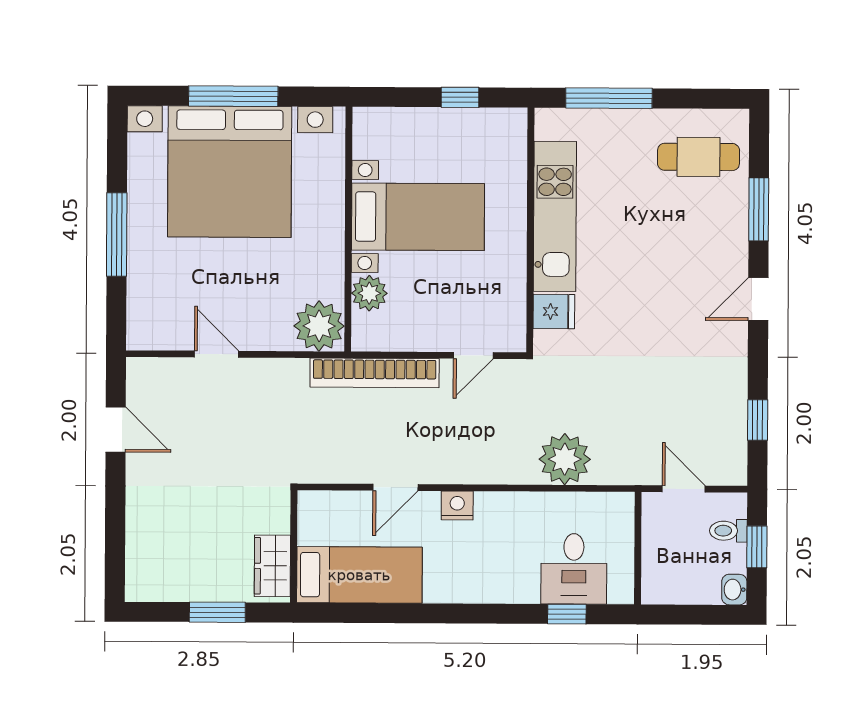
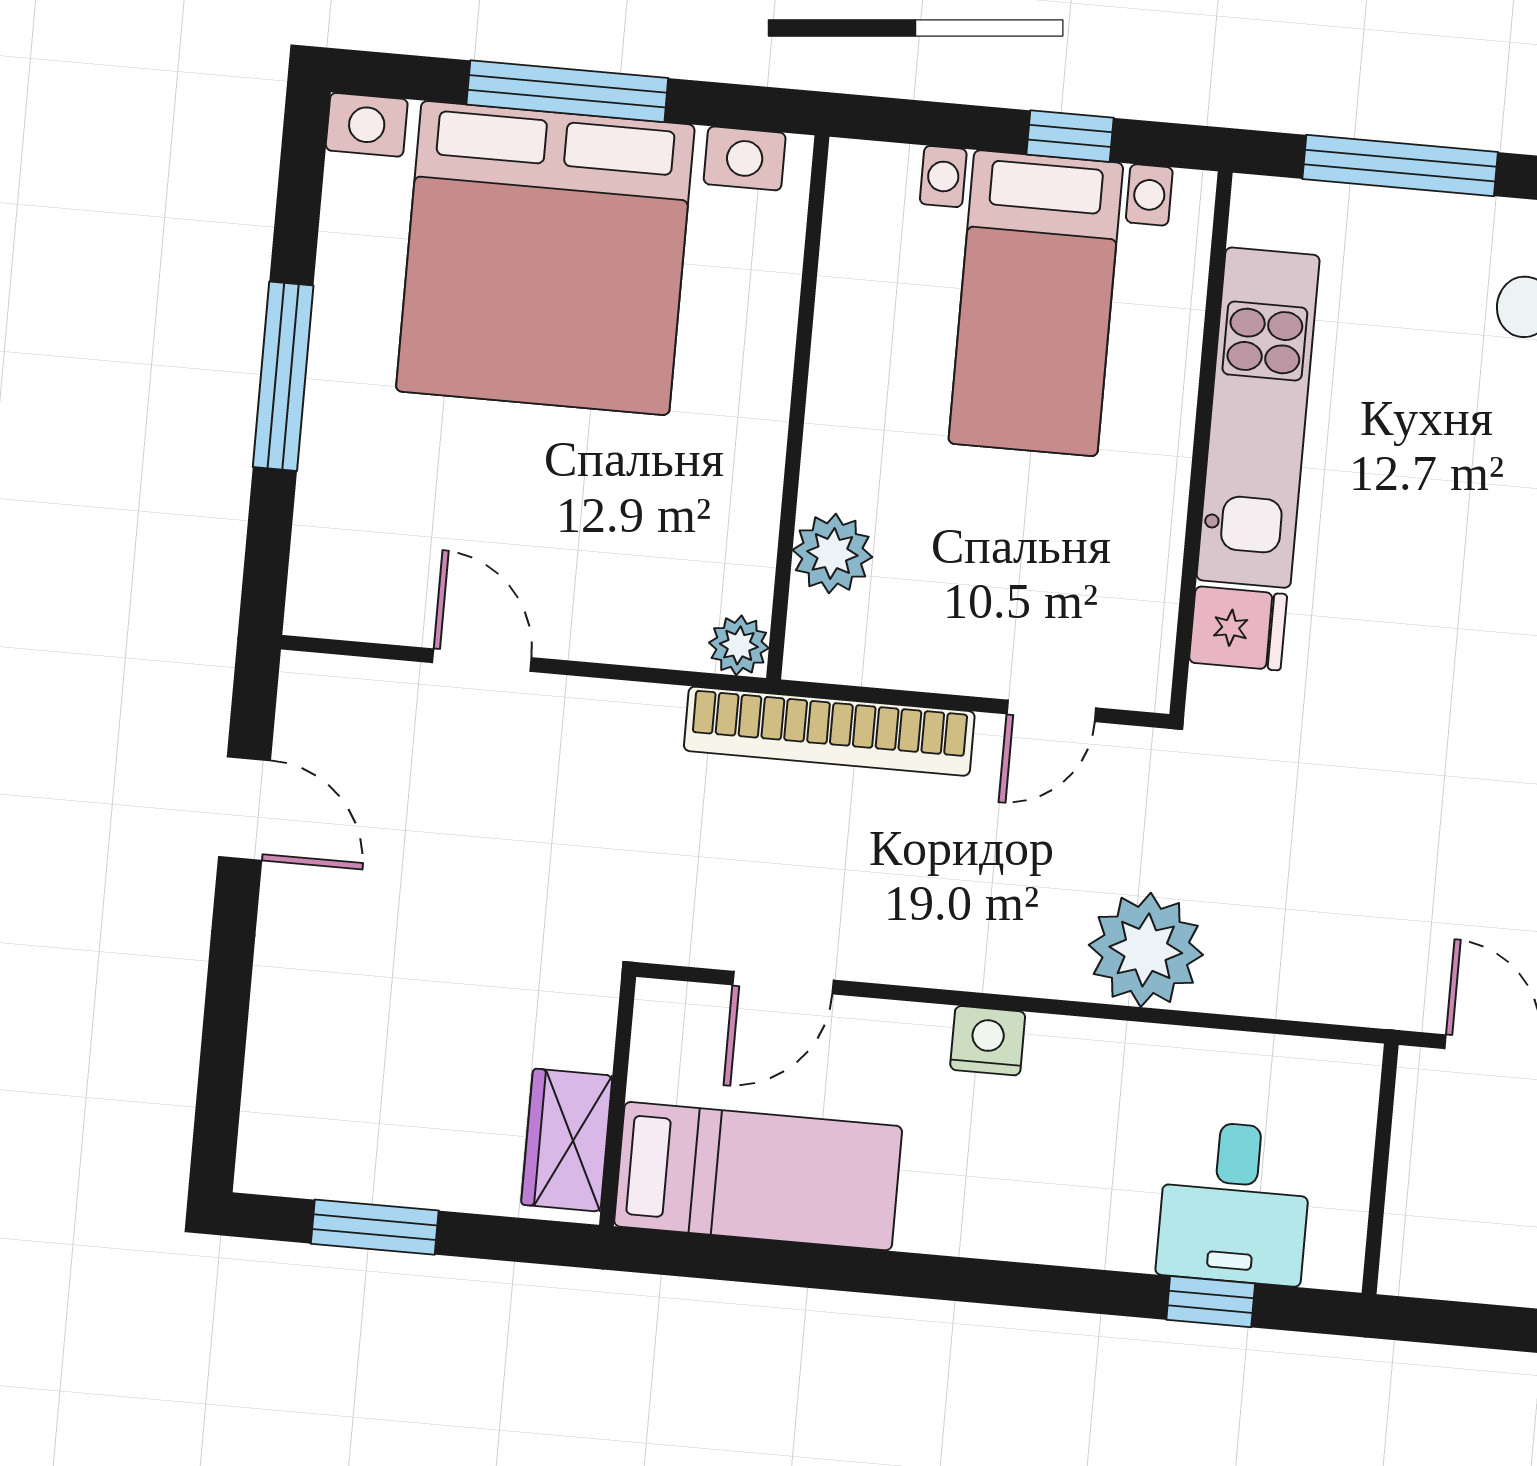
bed with nightstands: (418, 217) -> (1036, 303), moved, turned 90
plant: (319, 326) -> (739, 645), width x0.53, depth x0.53
plant: (565, 459) -> (1146, 950), moved
door: (395, 487) -> (783, 983), moved
window: (217, 612) -> (375, 1227), moved

